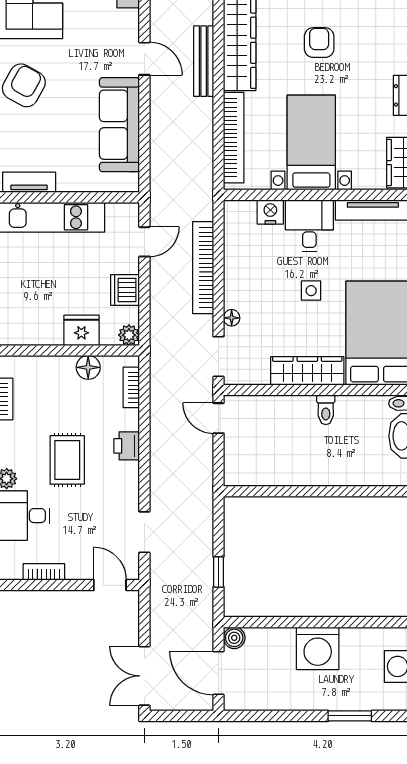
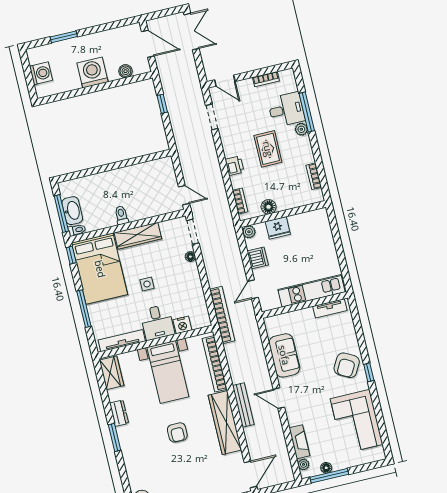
sofa: (119, 125) -> (284, 355), width x0.73
bookcase: (203, 268) -> (222, 315), moved
boiler: (234, 638) -> (125, 71), moved

